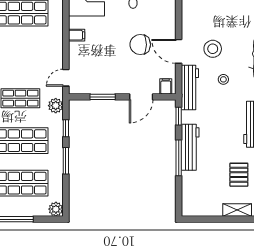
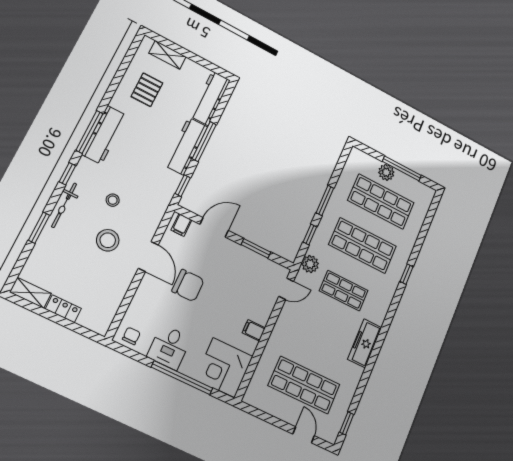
workbench: (190, 87) -> (210, 98), moved
plant: (56, 209) -> (386, 172), moved

